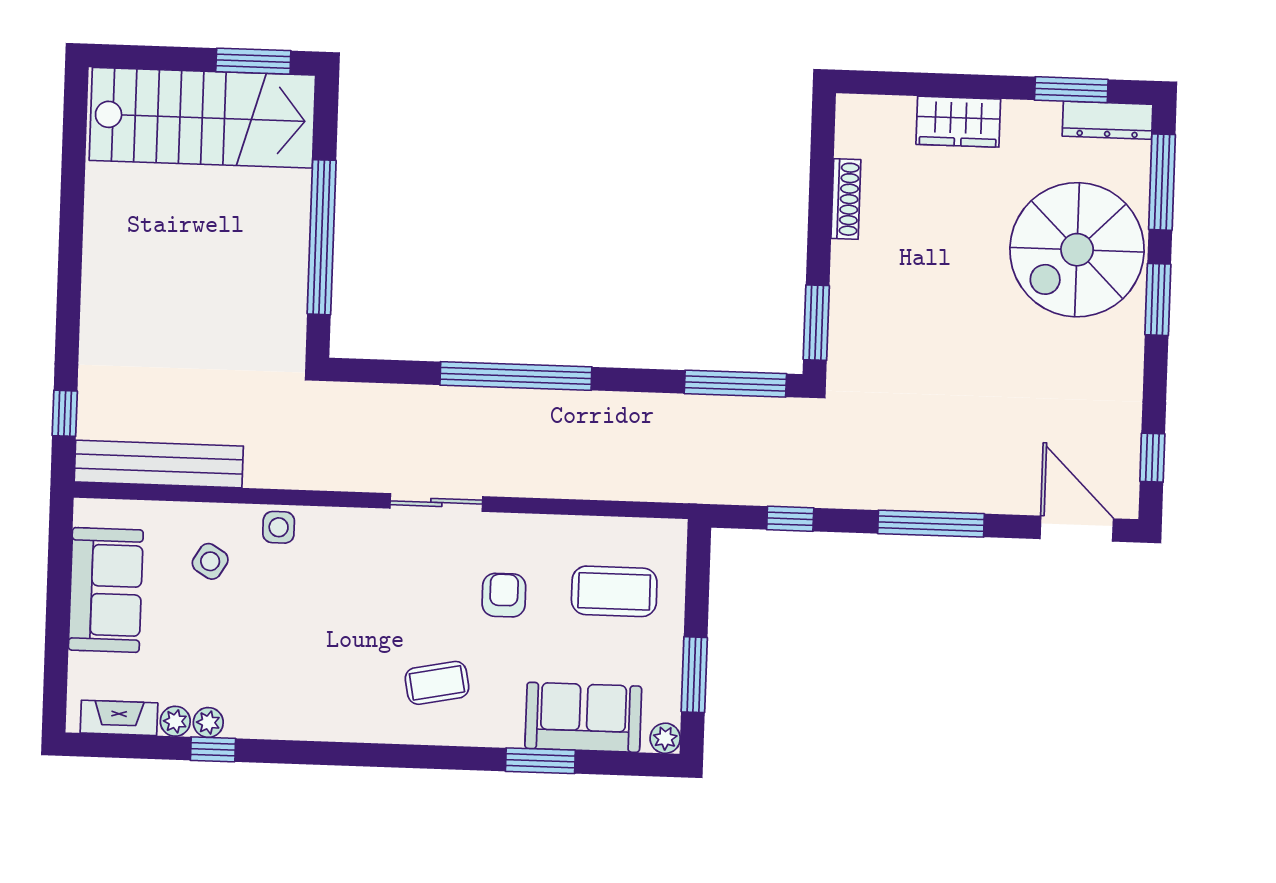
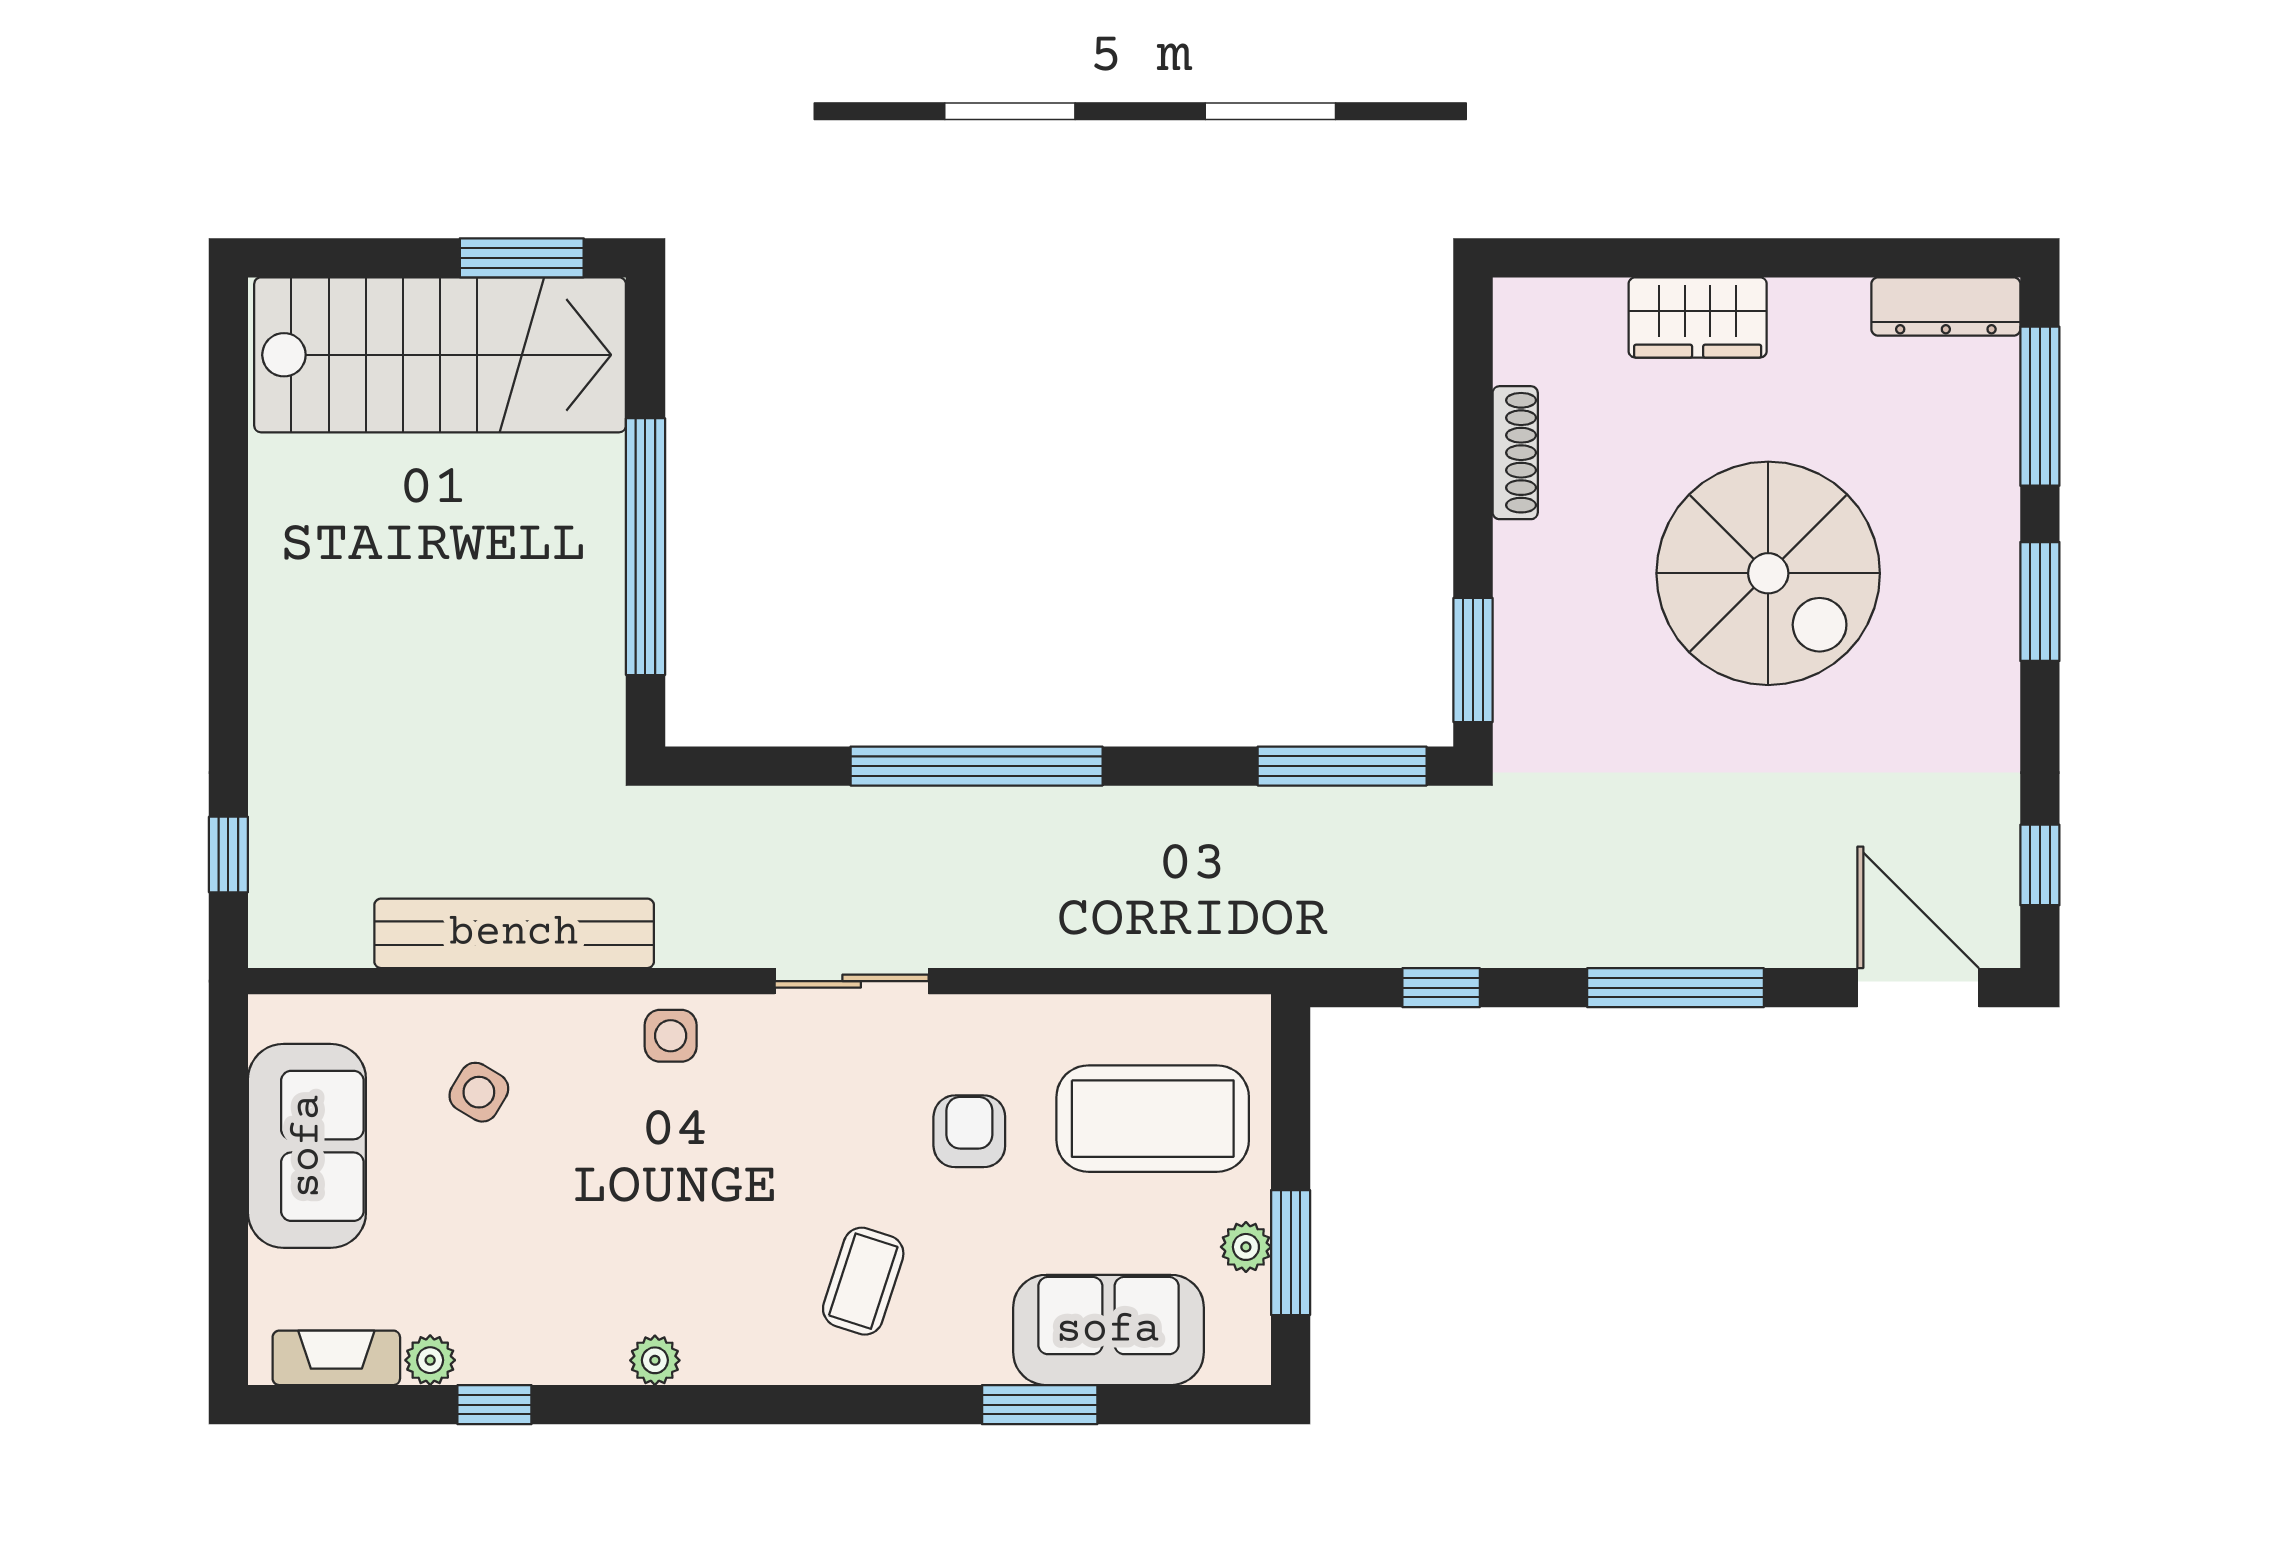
window: (1071, 90) -> (1884, 258), removed
spiral stairs: (1077, 250) -> (1768, 573), moved, turned -90
bench: (159, 464) -> (514, 933), moved
side table: (279, 527) -> (671, 1036), moved
coffee table: (614, 591) -> (1153, 1119), width x1.36, depth x1.32
coffee table: (437, 683) -> (863, 1281), turned -61
plant: (208, 722) -> (655, 1360), moved
plant: (665, 738) -> (1246, 1247), moved

